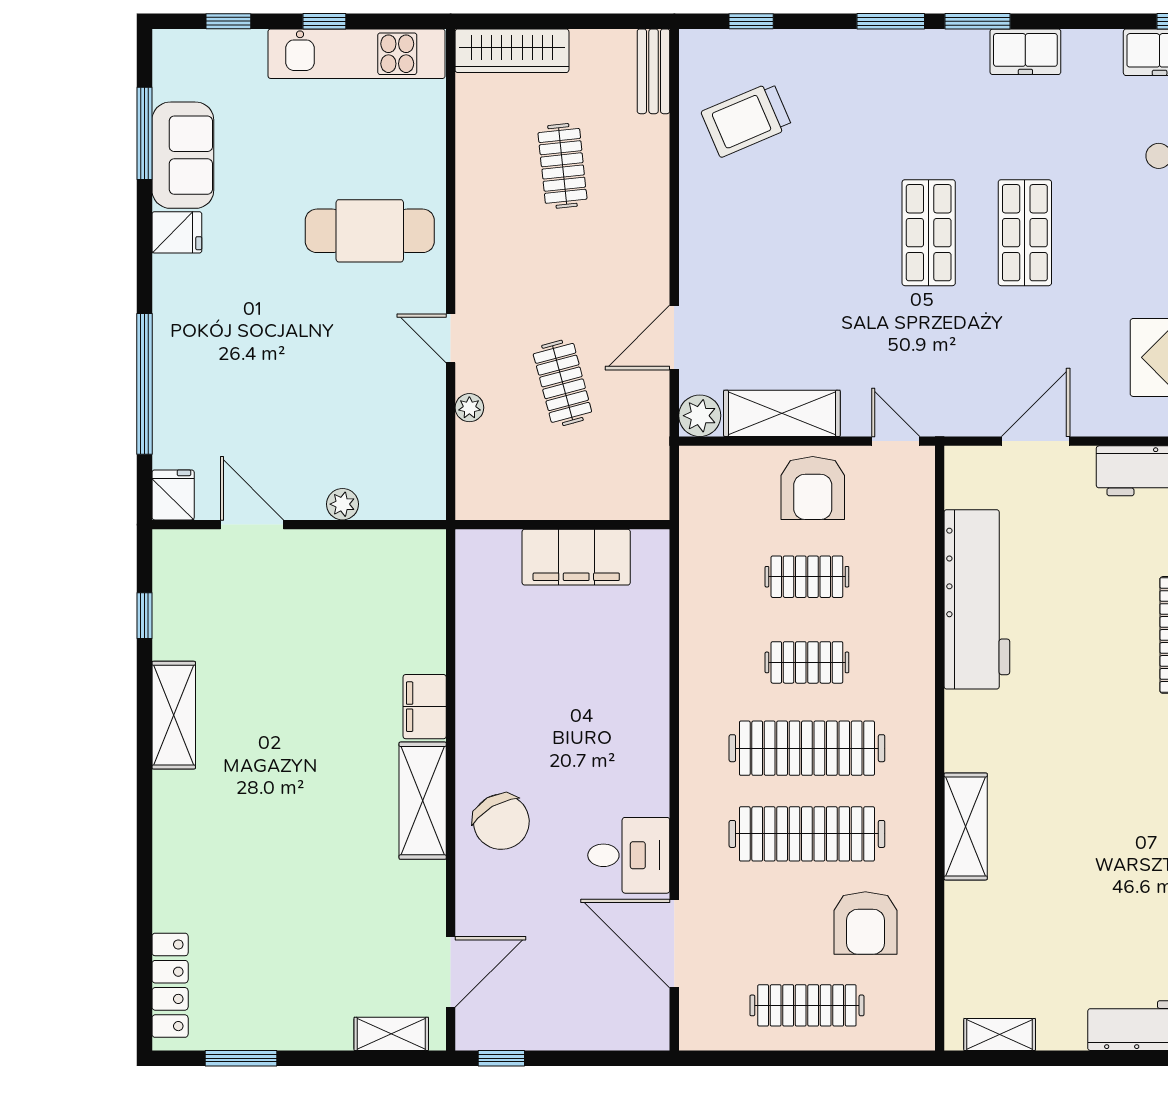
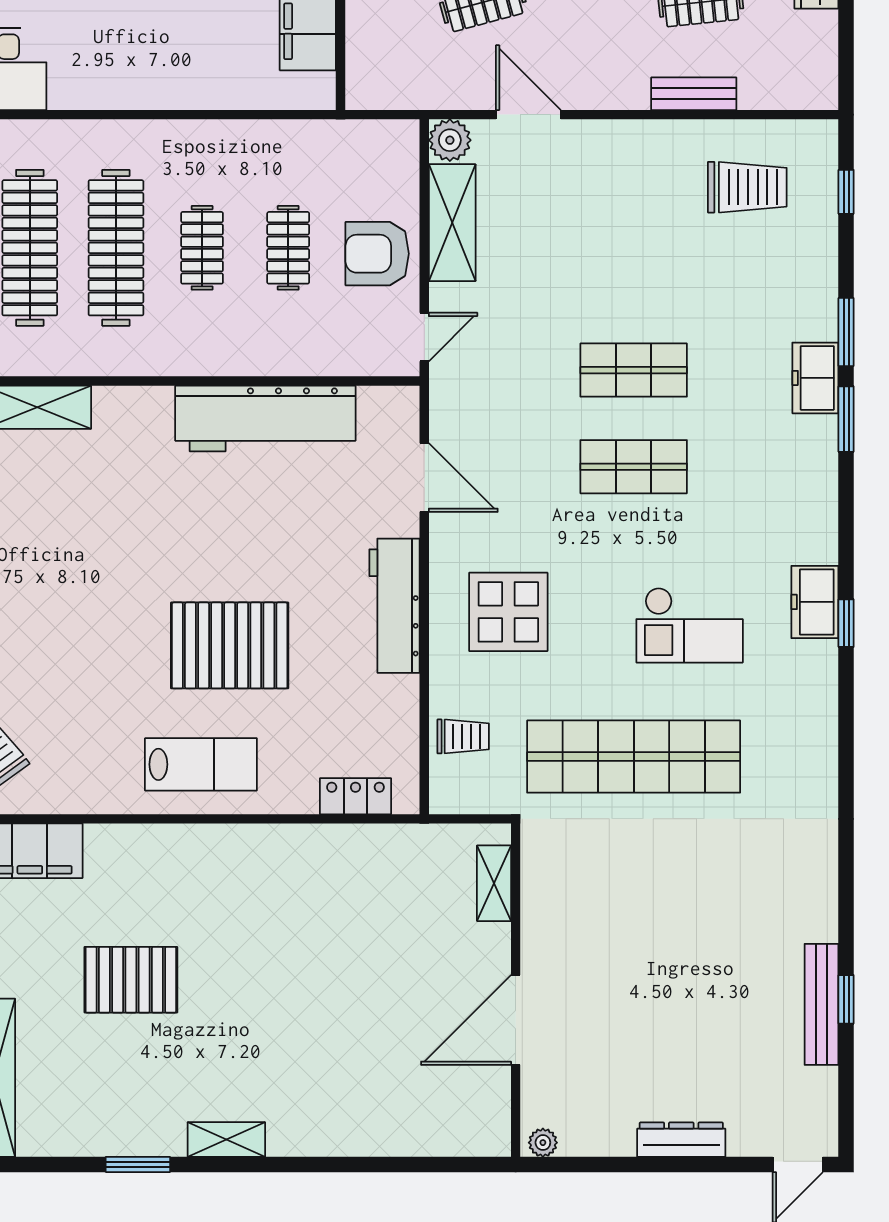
freezer: (1025, 52) -> (815, 378), moved
bench: (654, 71) -> (694, 94), moved
trolley: (747, 120) -> (747, 187), turned 113

